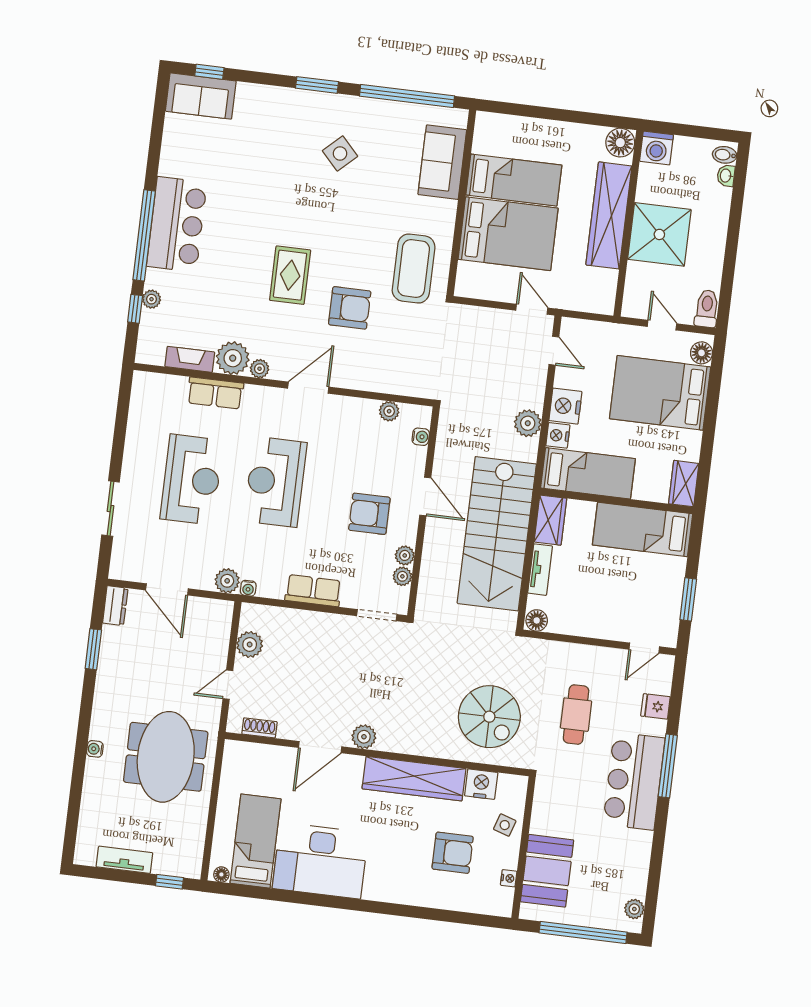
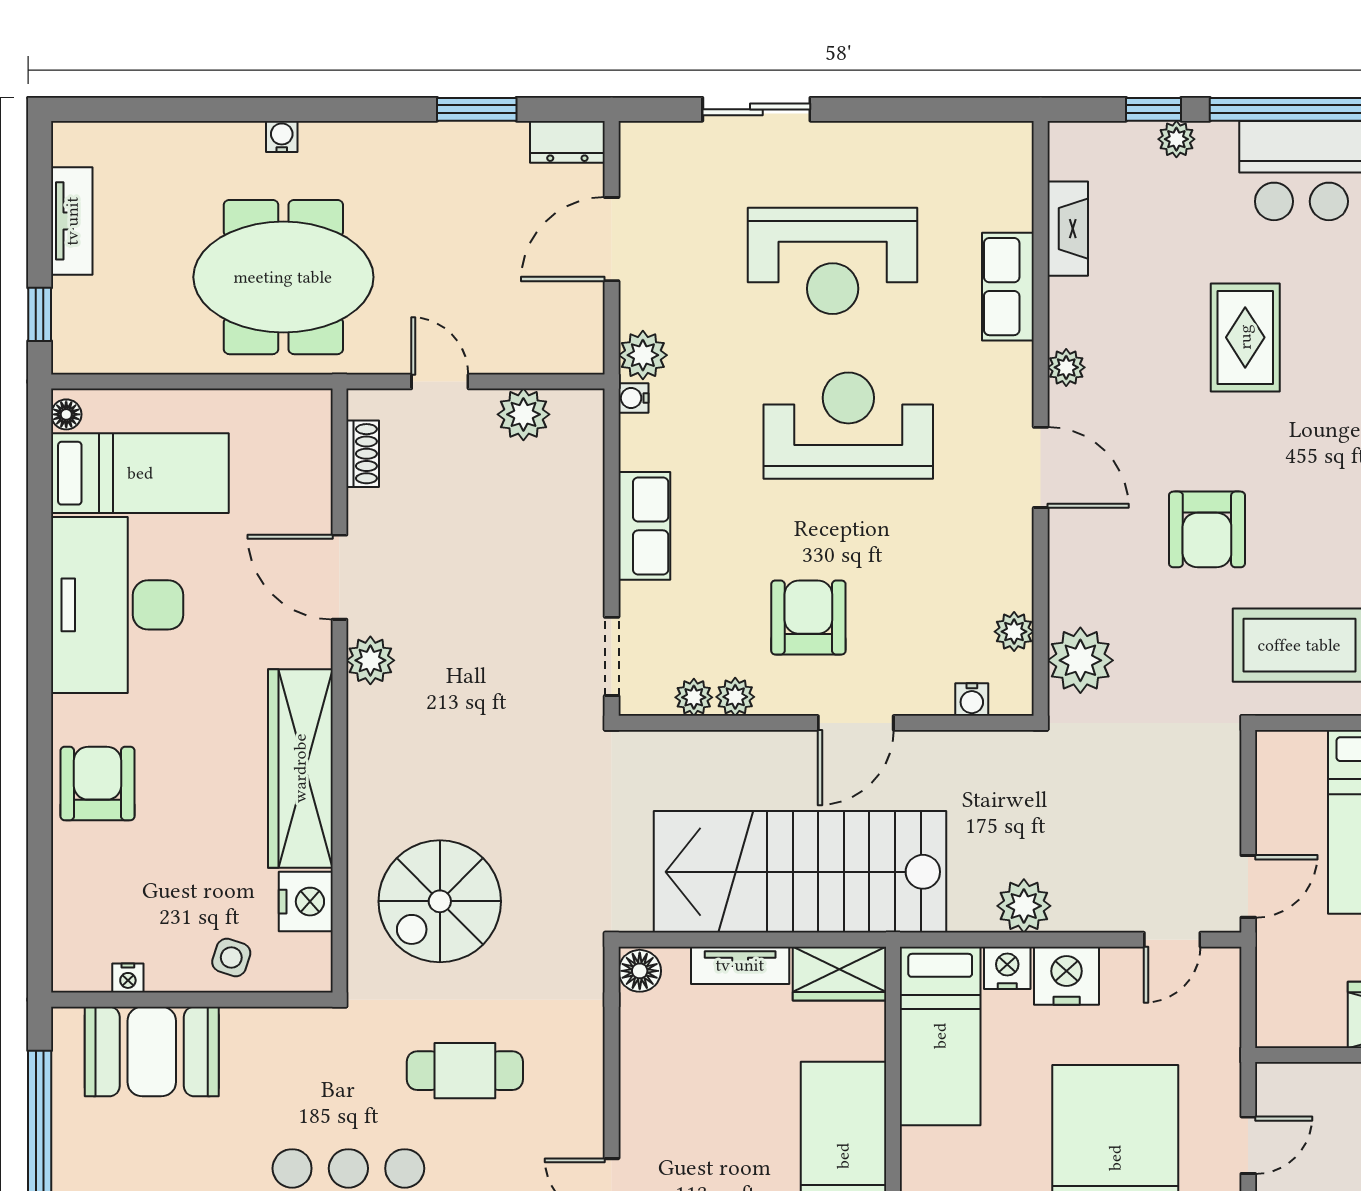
rug: (290, 275) -> (1245, 337), moved, turned 90
plant: (233, 358) -> (1080, 660), moved
armchair: (453, 853) -> (97, 783), moved, turned 180

